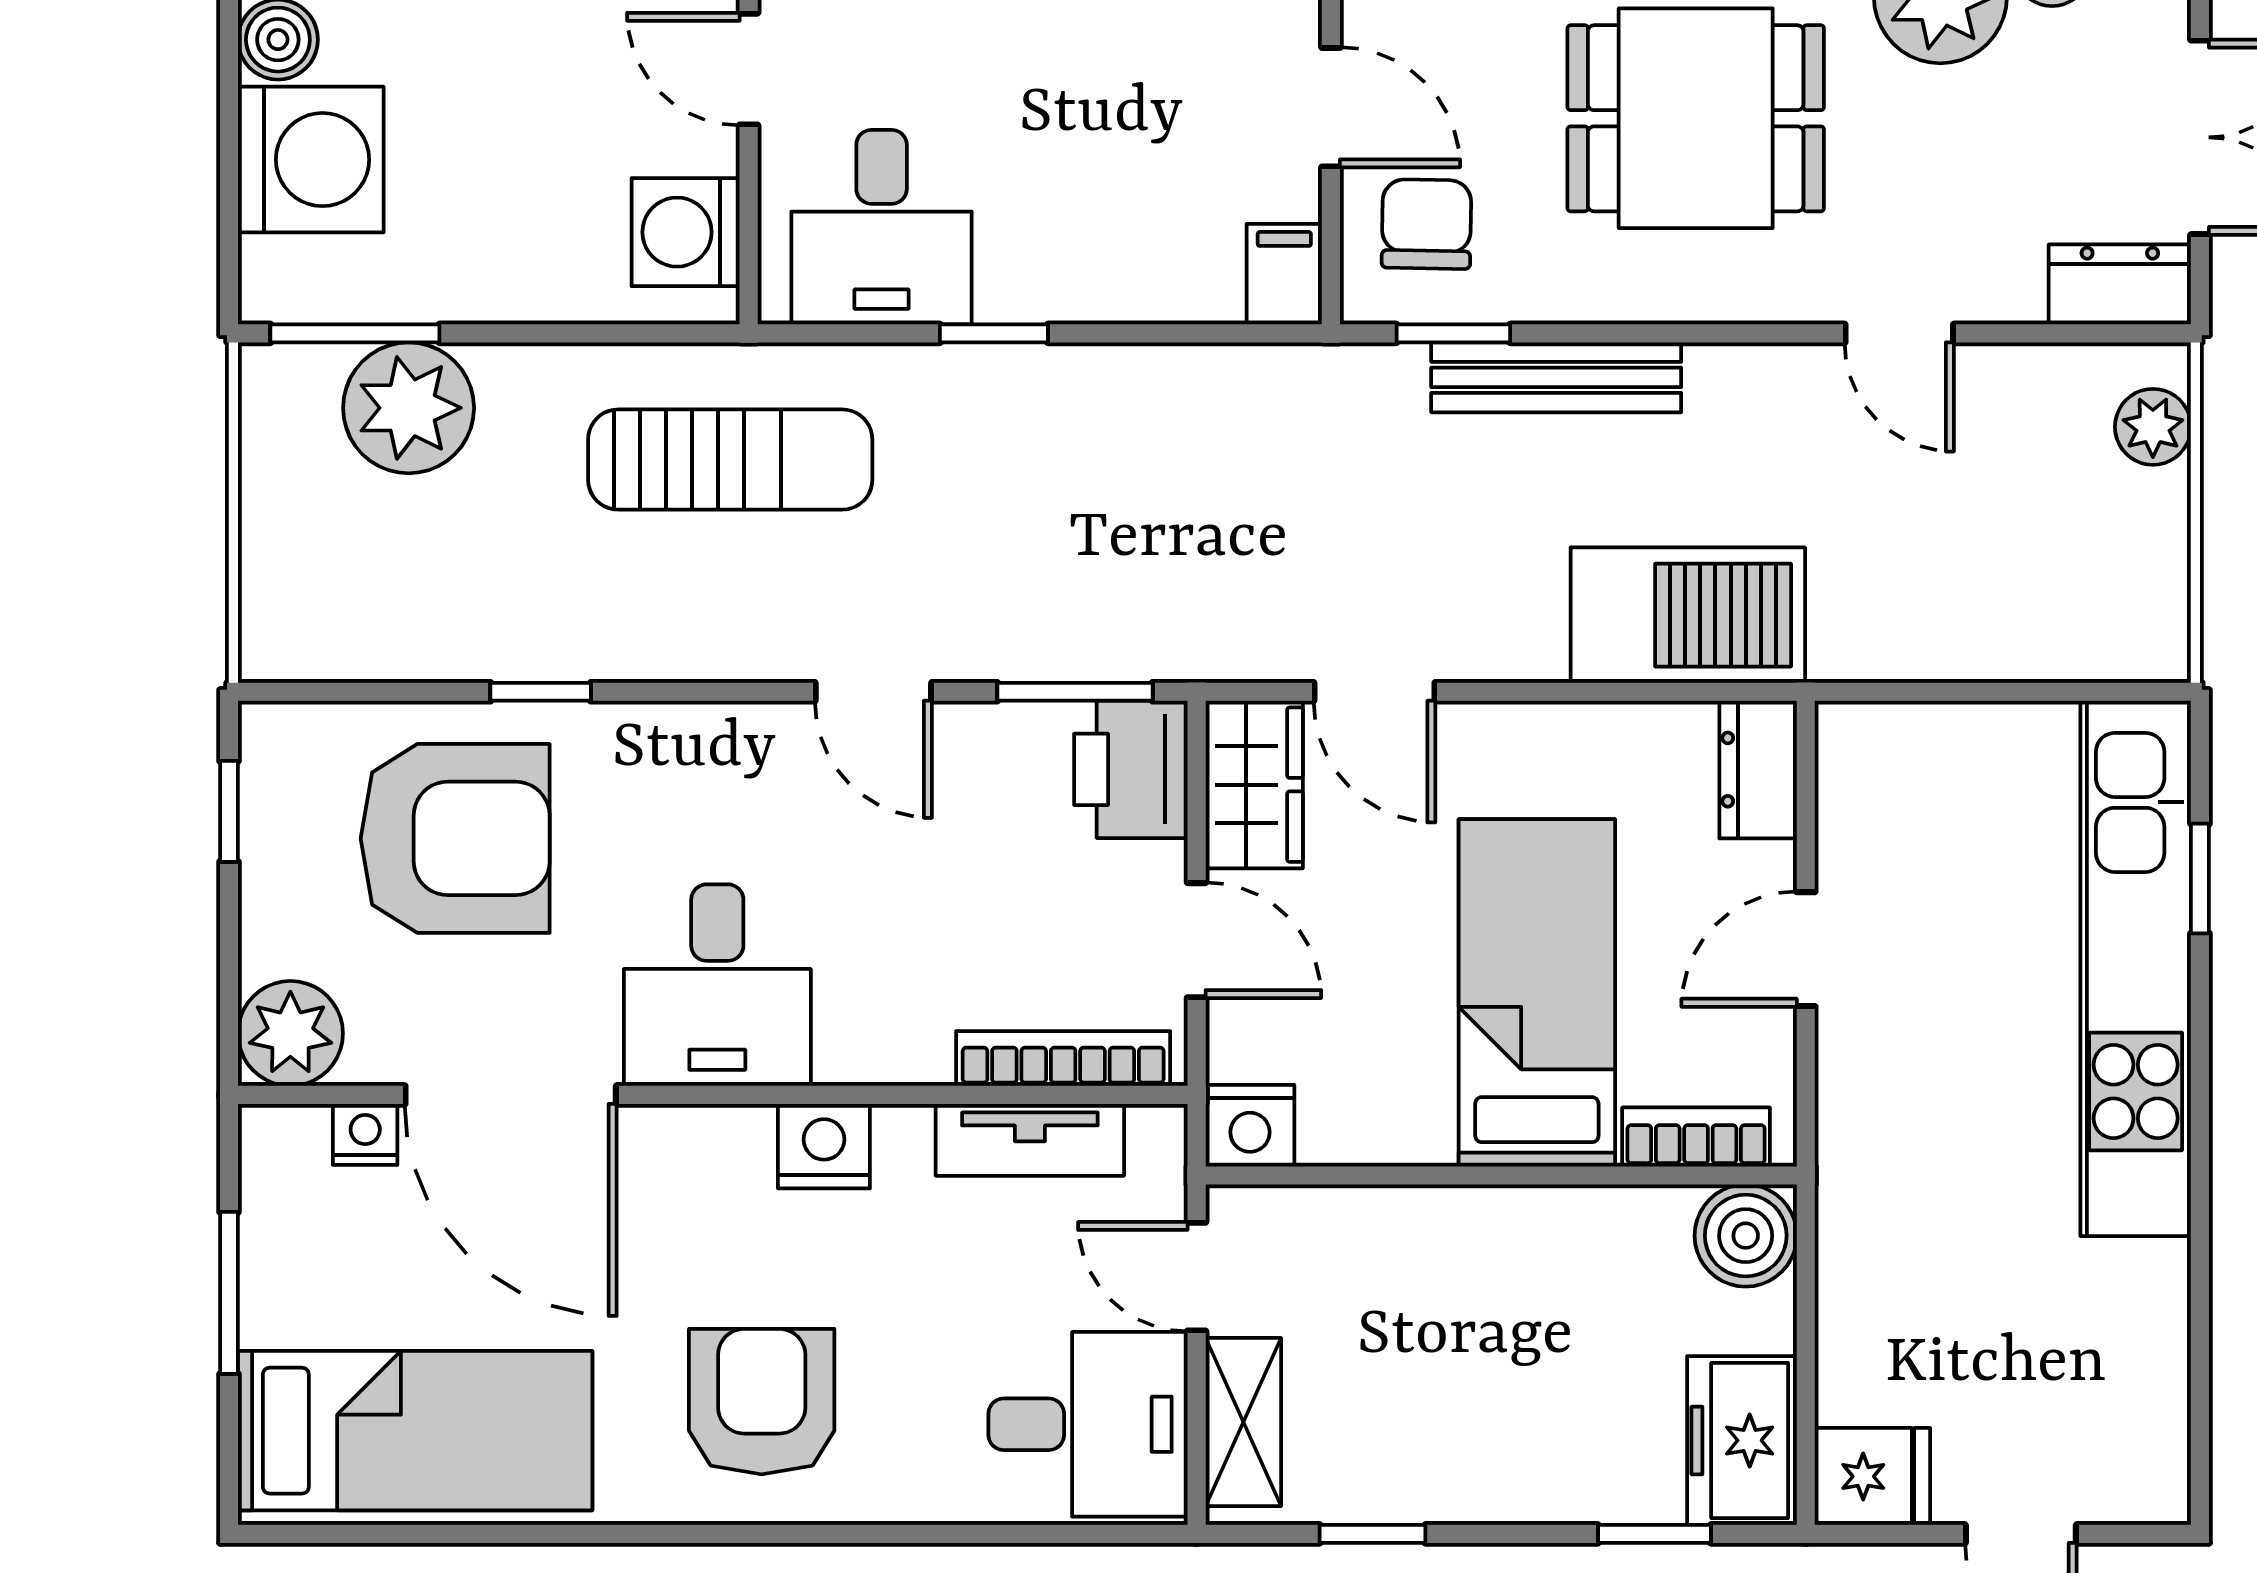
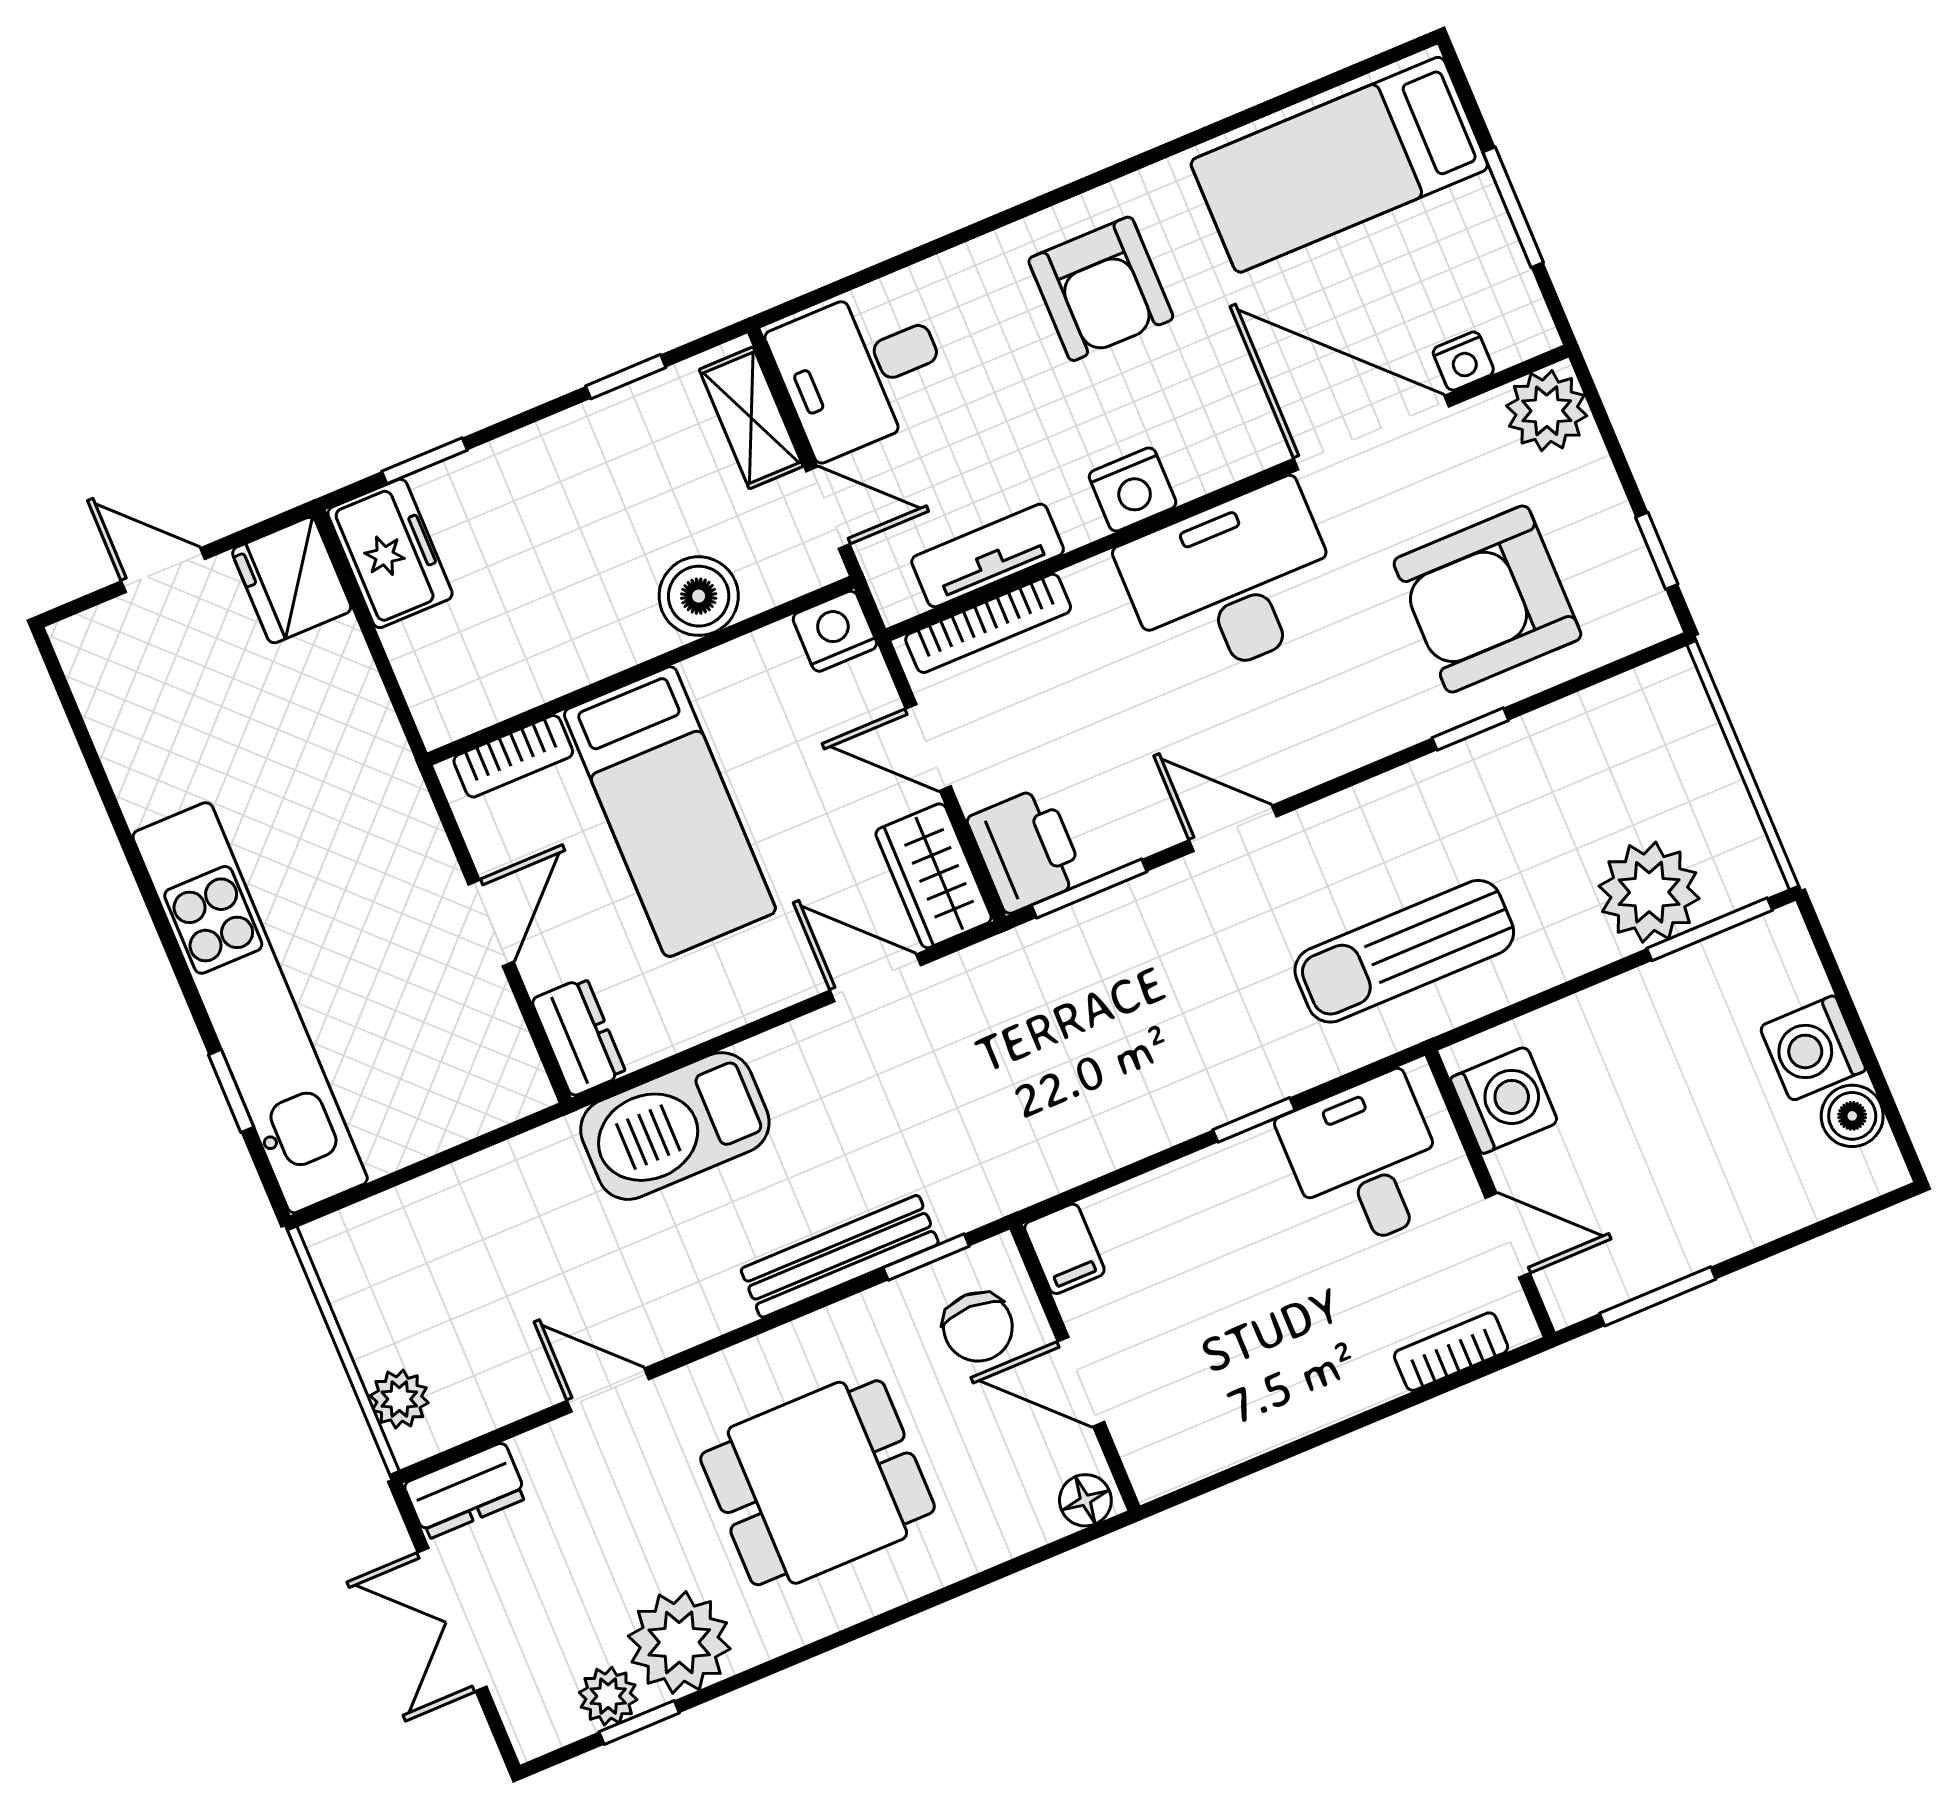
washing machine: (311, 160) -> (1813, 1048), width x0.73, depth x0.73
desk: (717, 985) -> (1232, 583), width x1.37
boiler: (1746, 1236) -> (699, 596), moved
fridge: (1872, 1476) -> (292, 580), width x1.38

